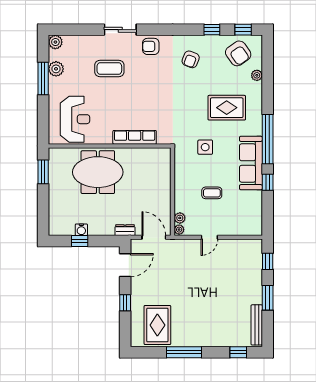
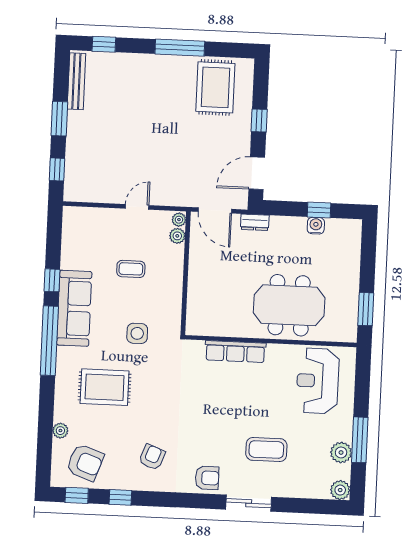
armchair: (238, 53) -> (85, 462), turned 145

